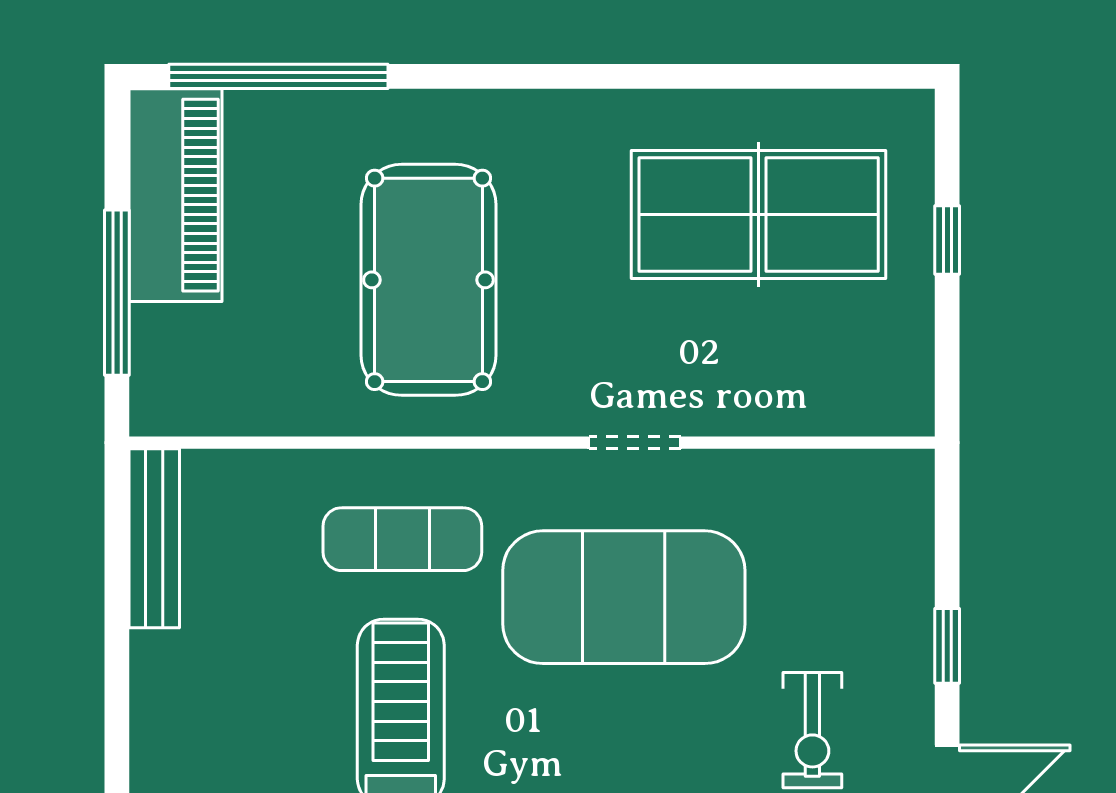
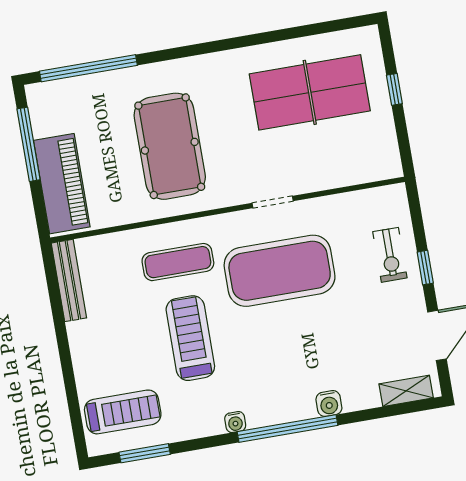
piano: (175, 195) -> (62, 184), moved
window: (117, 293) -> (29, 144), moved
exercise bike: (812, 730) -> (390, 255), moved

